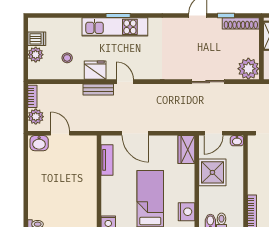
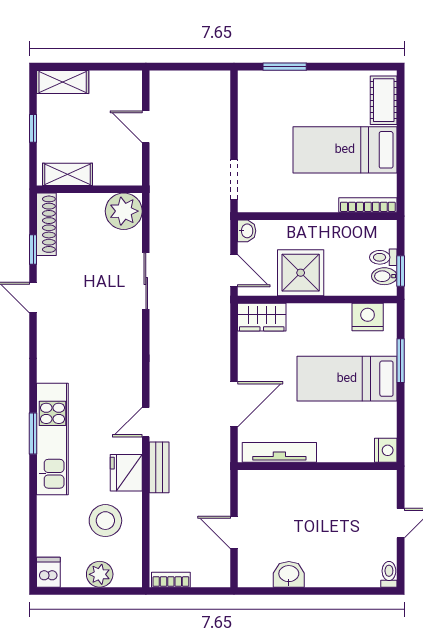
dishwasher: (37, 39) -> (48, 572), moved
stool: (67, 58) -> (105, 521), width x1.89, depth x1.89
plant: (36, 117) -> (205, 574), removed
door: (60, 133) -> (234, 532), hinge flipped
washbasin: (39, 143) -> (289, 574), moved, turned -90
tv unit: (107, 160) -> (279, 452), width x1.41

